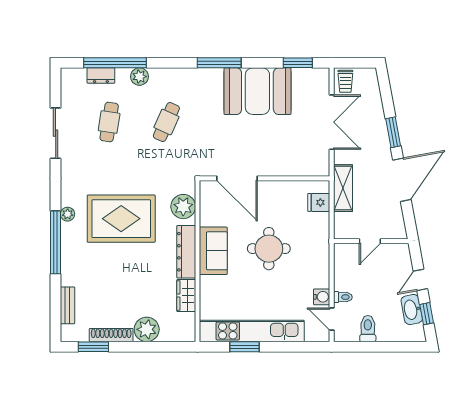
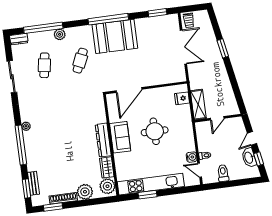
window: (219, 63) -> (108, 19), width x1.46
dresser: (101, 76) -> (19, 39), moved
booth: (257, 91) -> (115, 36), moved
door: (237, 178) -> (129, 90), hinge flipped
door: (402, 180) -> (232, 77), removed
shelving: (343, 188) -> (198, 105), moved
plant: (183, 207) -> (107, 186), moved
rug: (121, 219) -> (60, 125), removed
window: (56, 312) -> (27, 188), added

